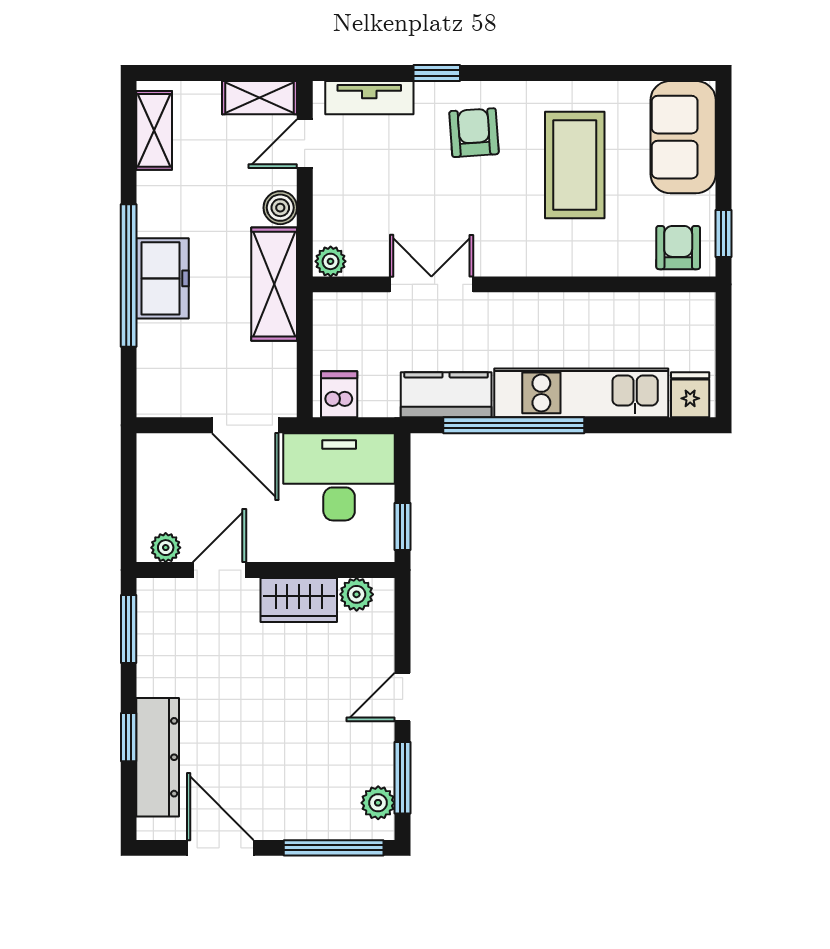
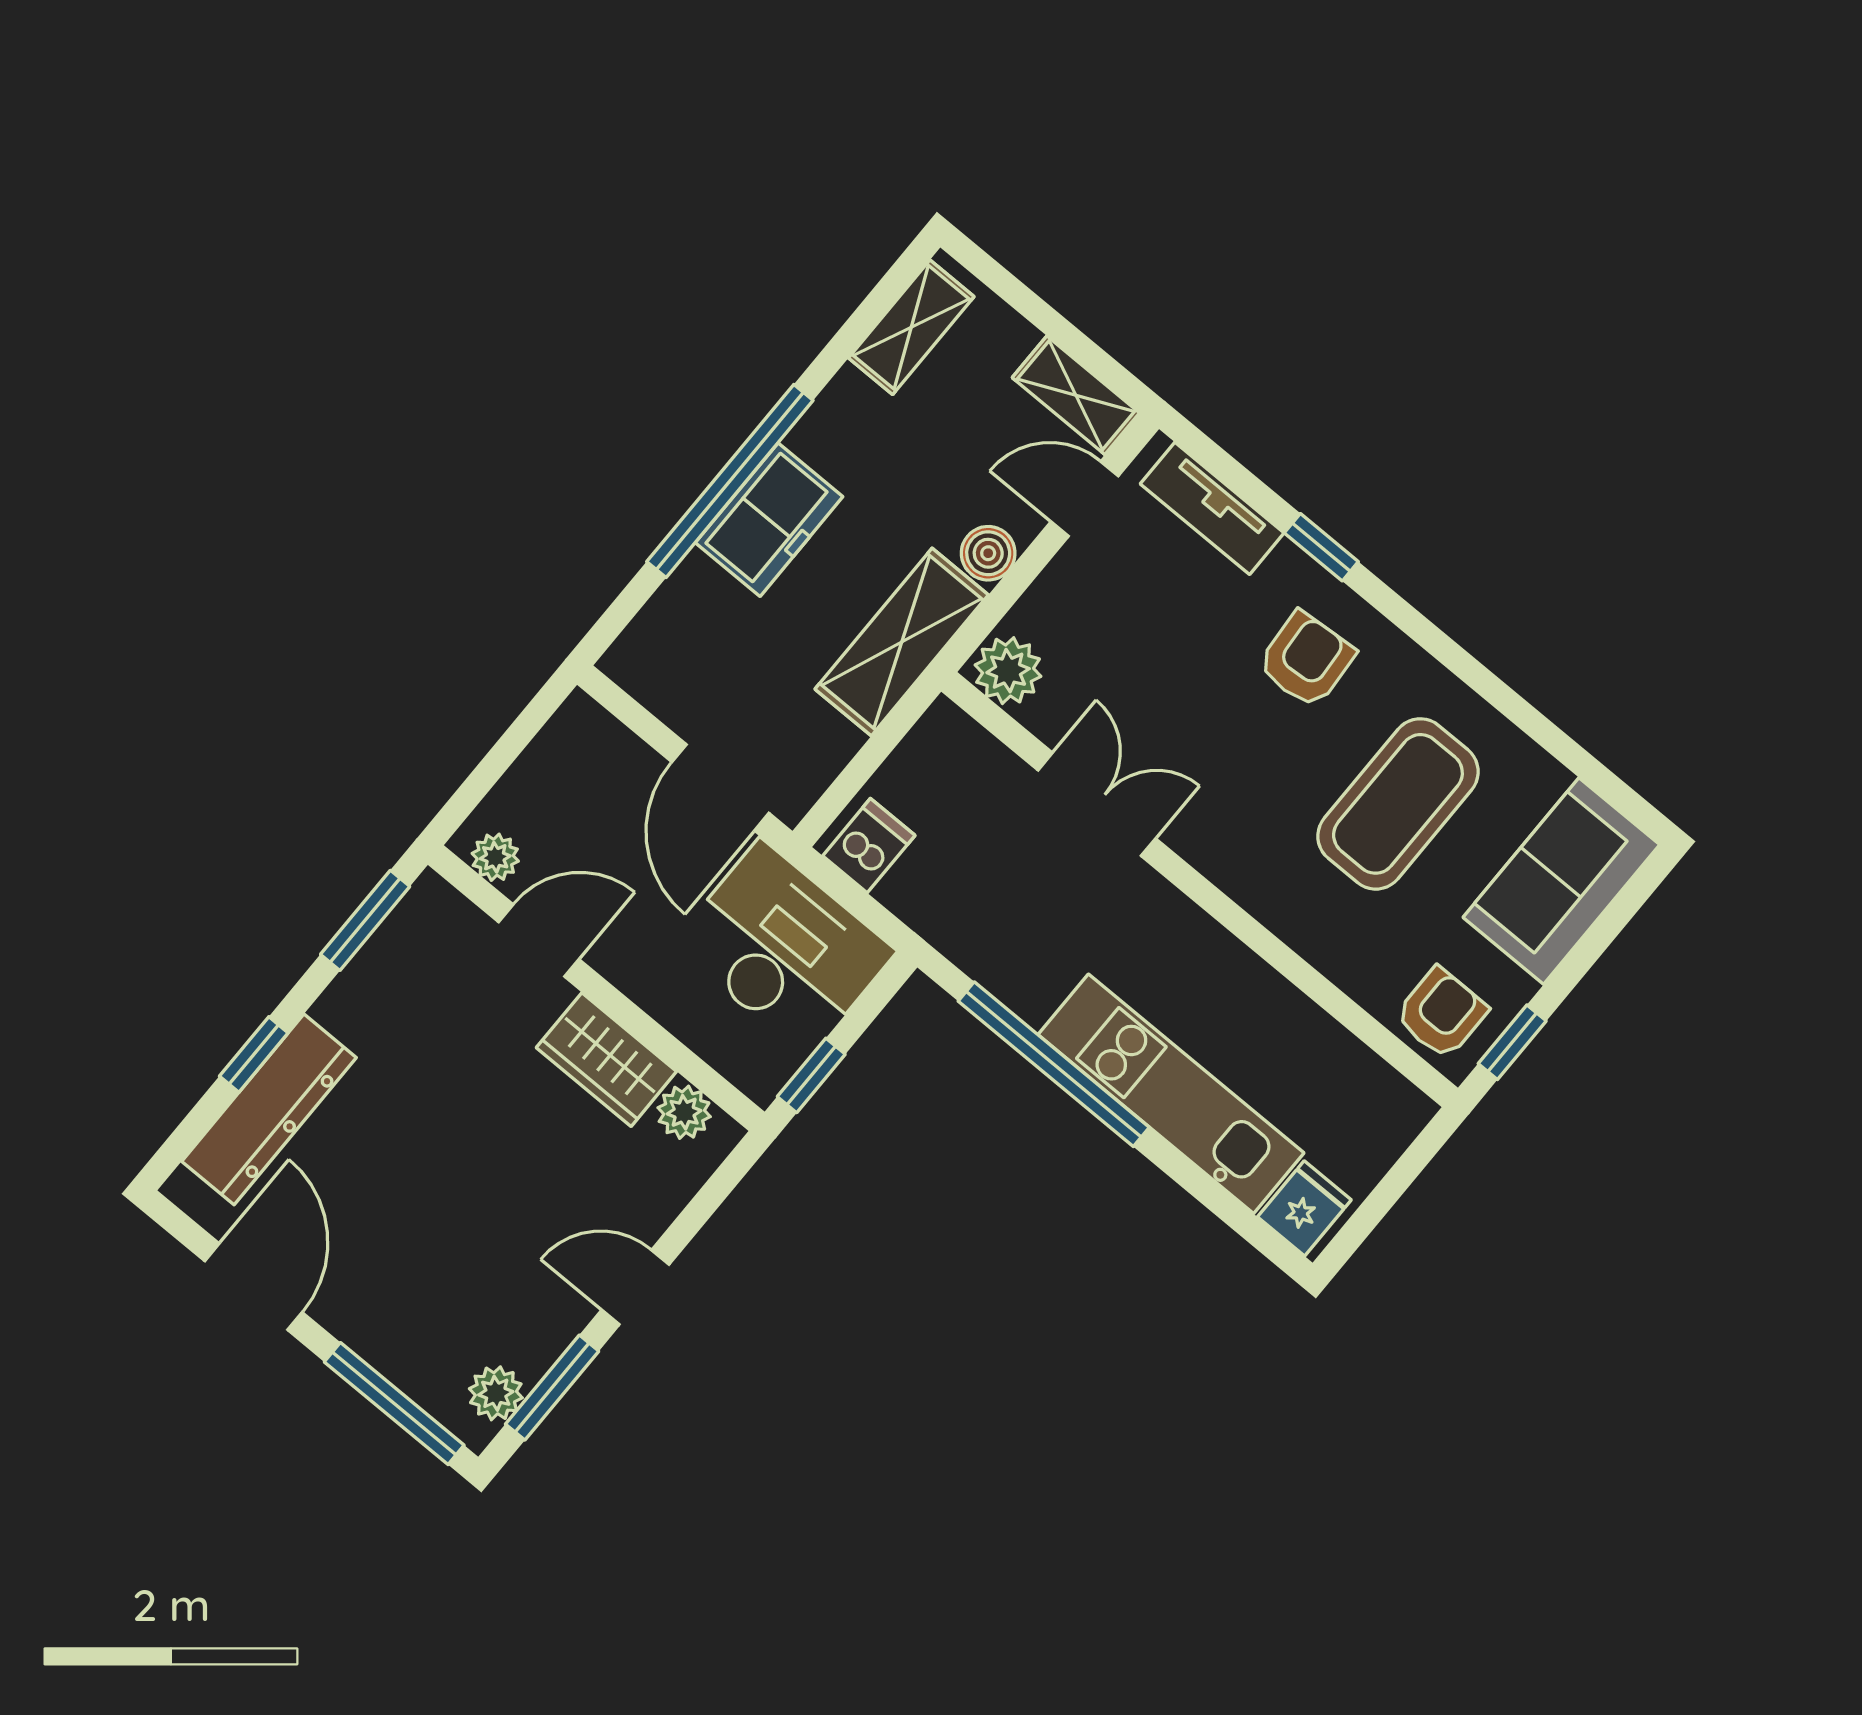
plant: (331, 261) -> (1008, 671), width x1.38, depth x1.38
kitchen counter: (446, 395) -> (1001, 957), removed

